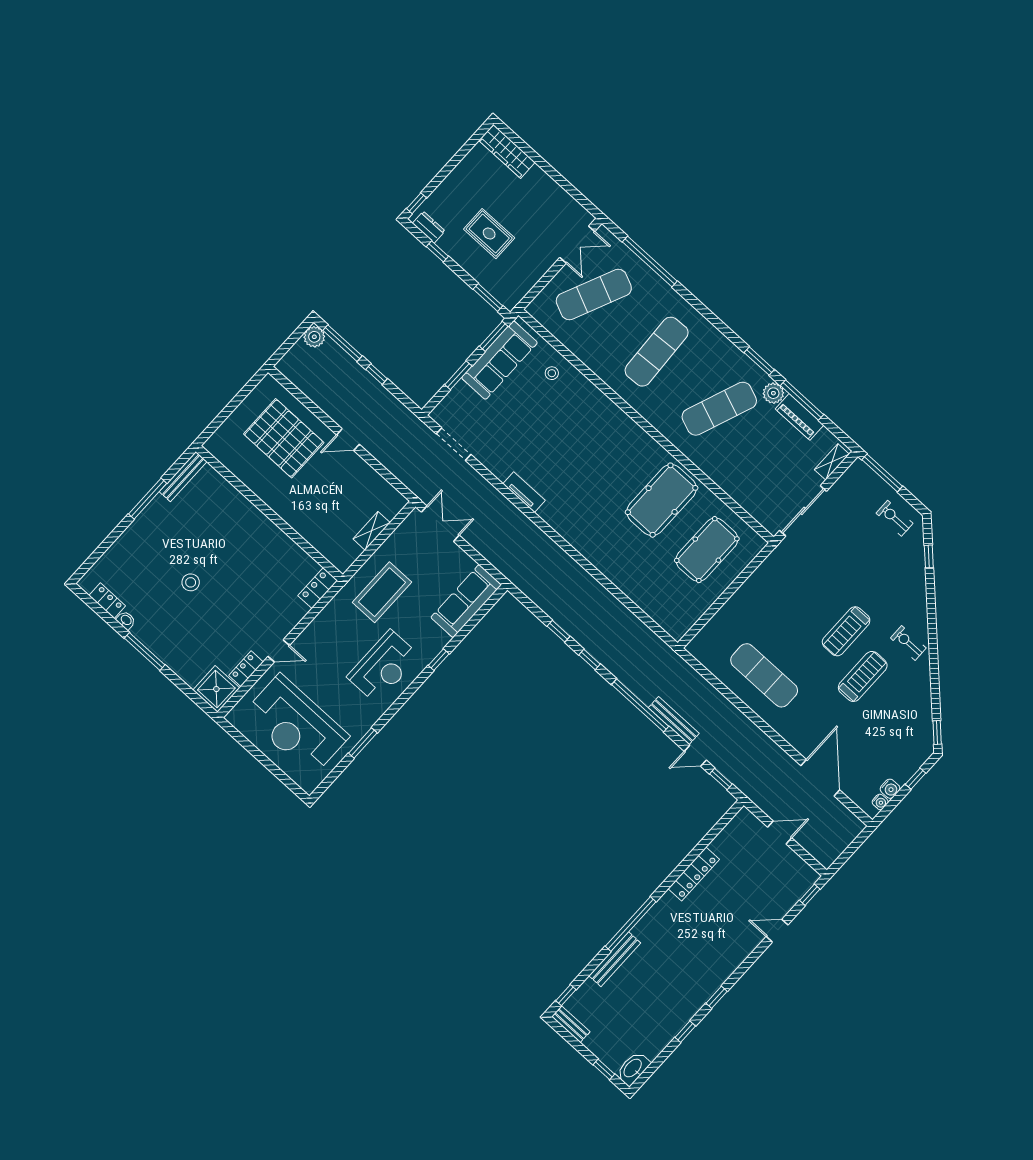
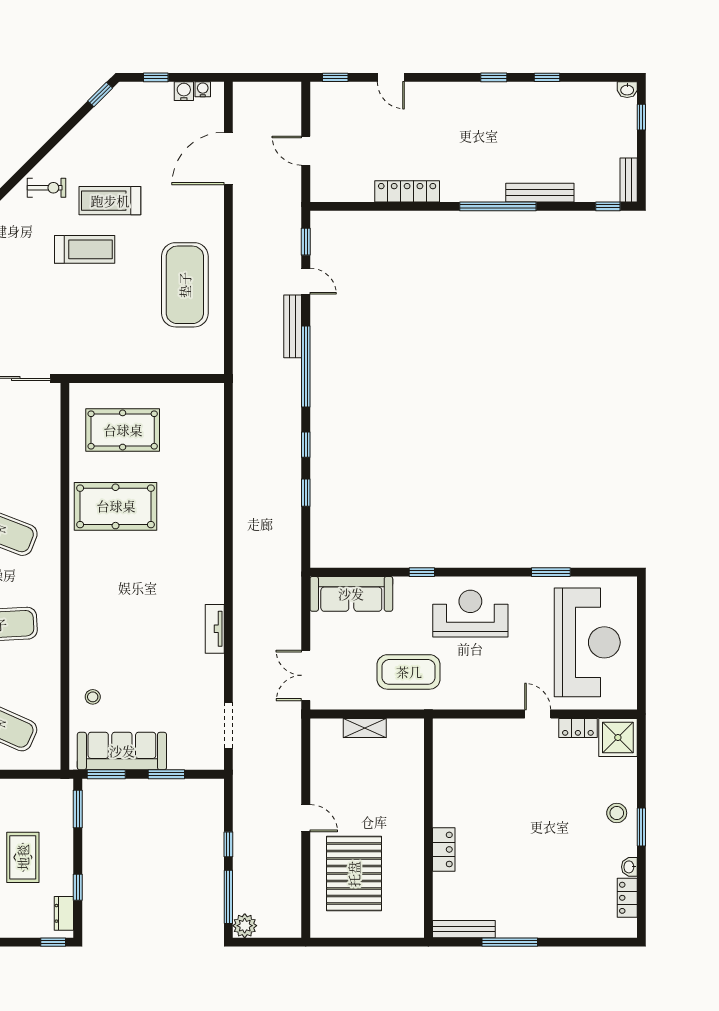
stool: (191, 582) -> (617, 813), moved
locker: (318, 588) -> (444, 849), moved, turned -90
exercise bike: (908, 643) -> (46, 188), turned -90
window: (145, 651) -> (641, 827), width x0.69
exercise mat: (764, 675) -> (185, 285), width x1.47
washbasin: (633, 1068) -> (627, 90), width x0.52, depth x0.69

